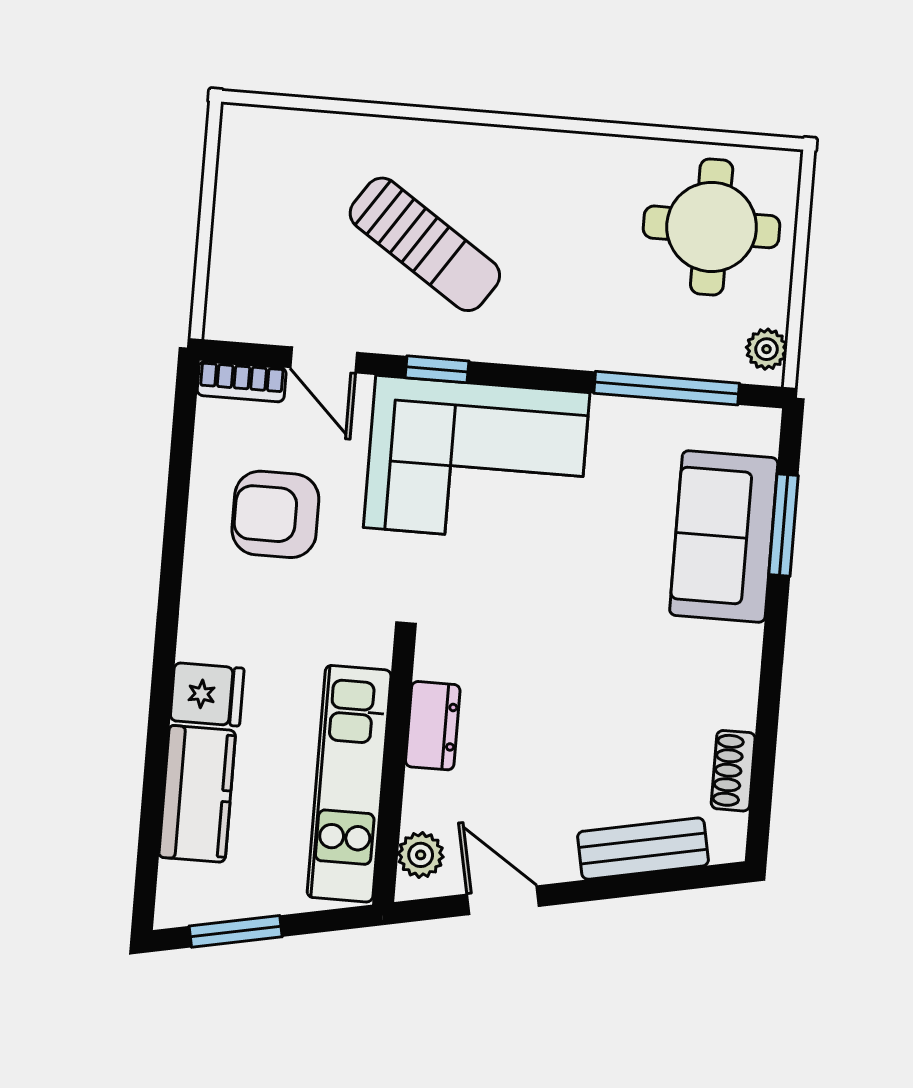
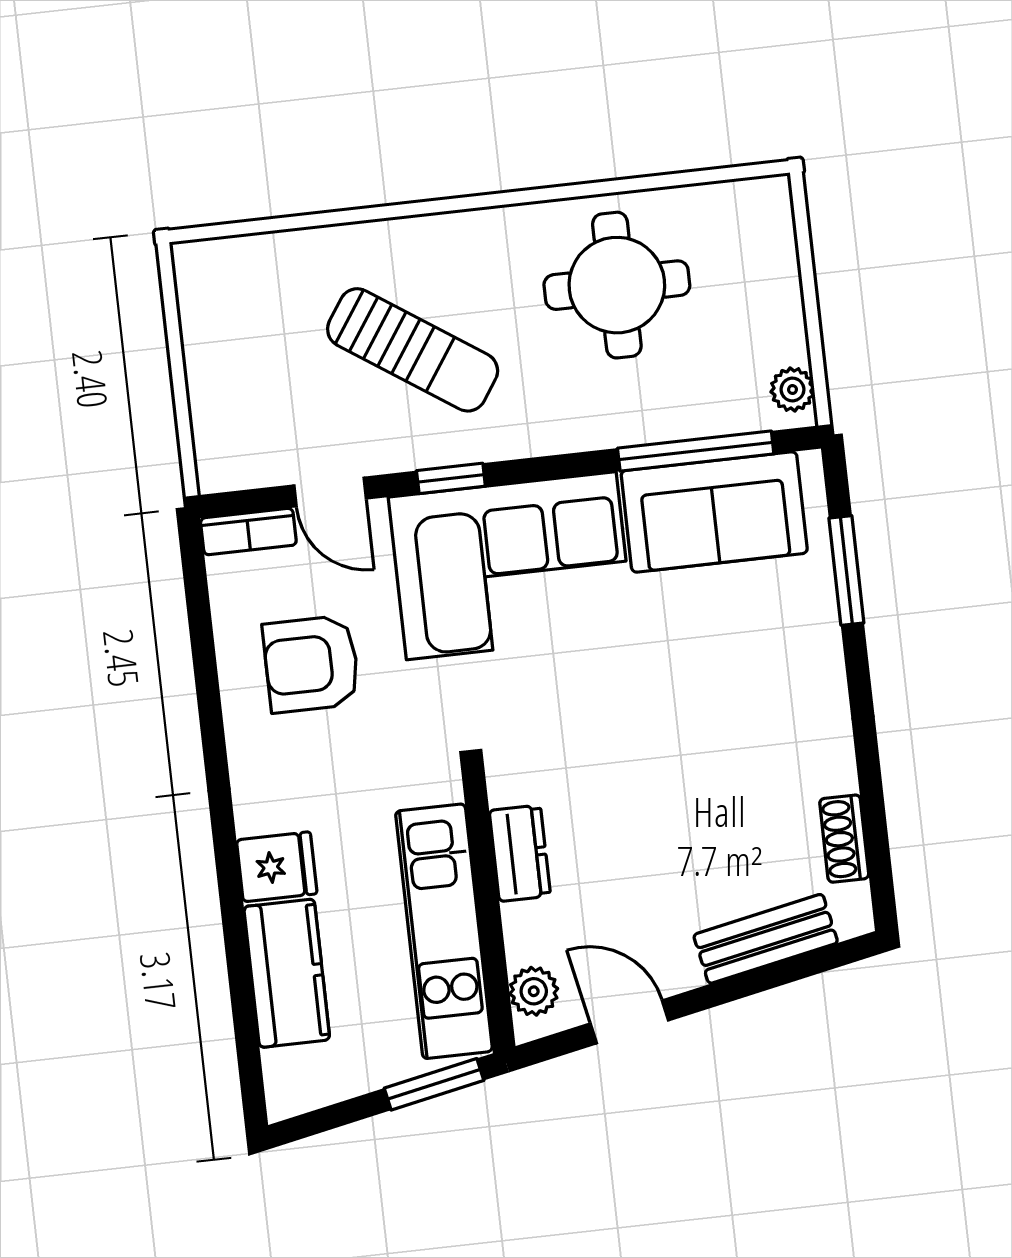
round table: (712, 227) -> (617, 285), moved
sofa: (724, 536) -> (714, 512), moved, turned -90
window: (236, 931) -> (434, 1084), moved

